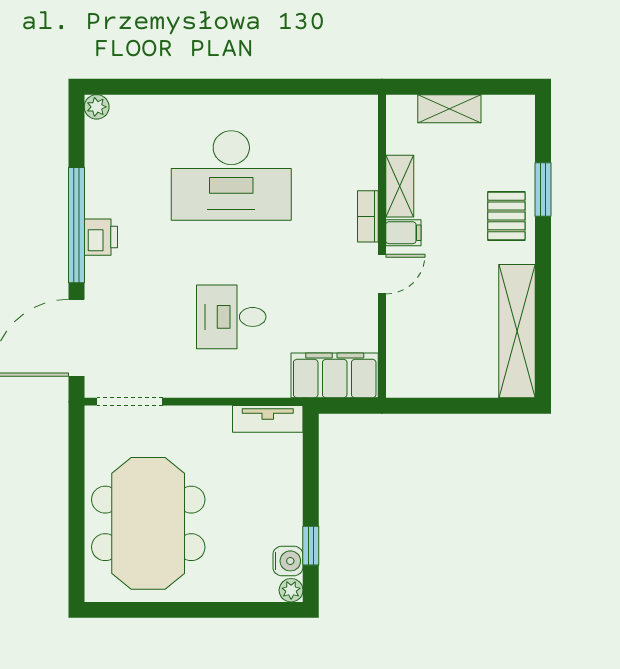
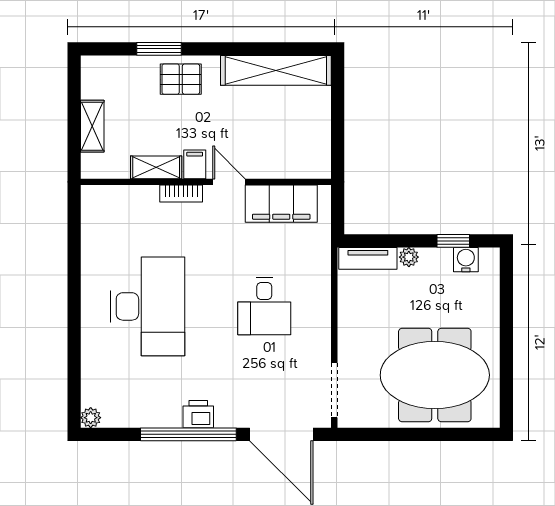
filing cabinet: (335, 375) -> (281, 204), moved, turned -90
tv unit: (268, 419) -> (368, 258), moved, turned 90
plant: (291, 590) -> (409, 257), moved

